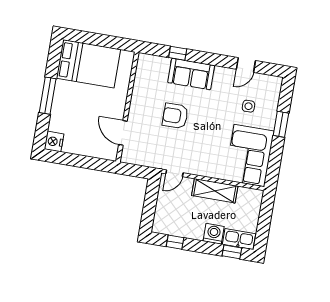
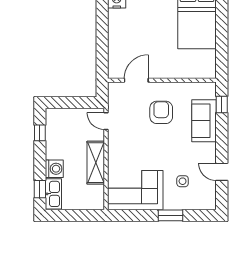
wall: (127, 107) -> (162, 80), moved
door: (123, 133) -> (136, 80), moved

